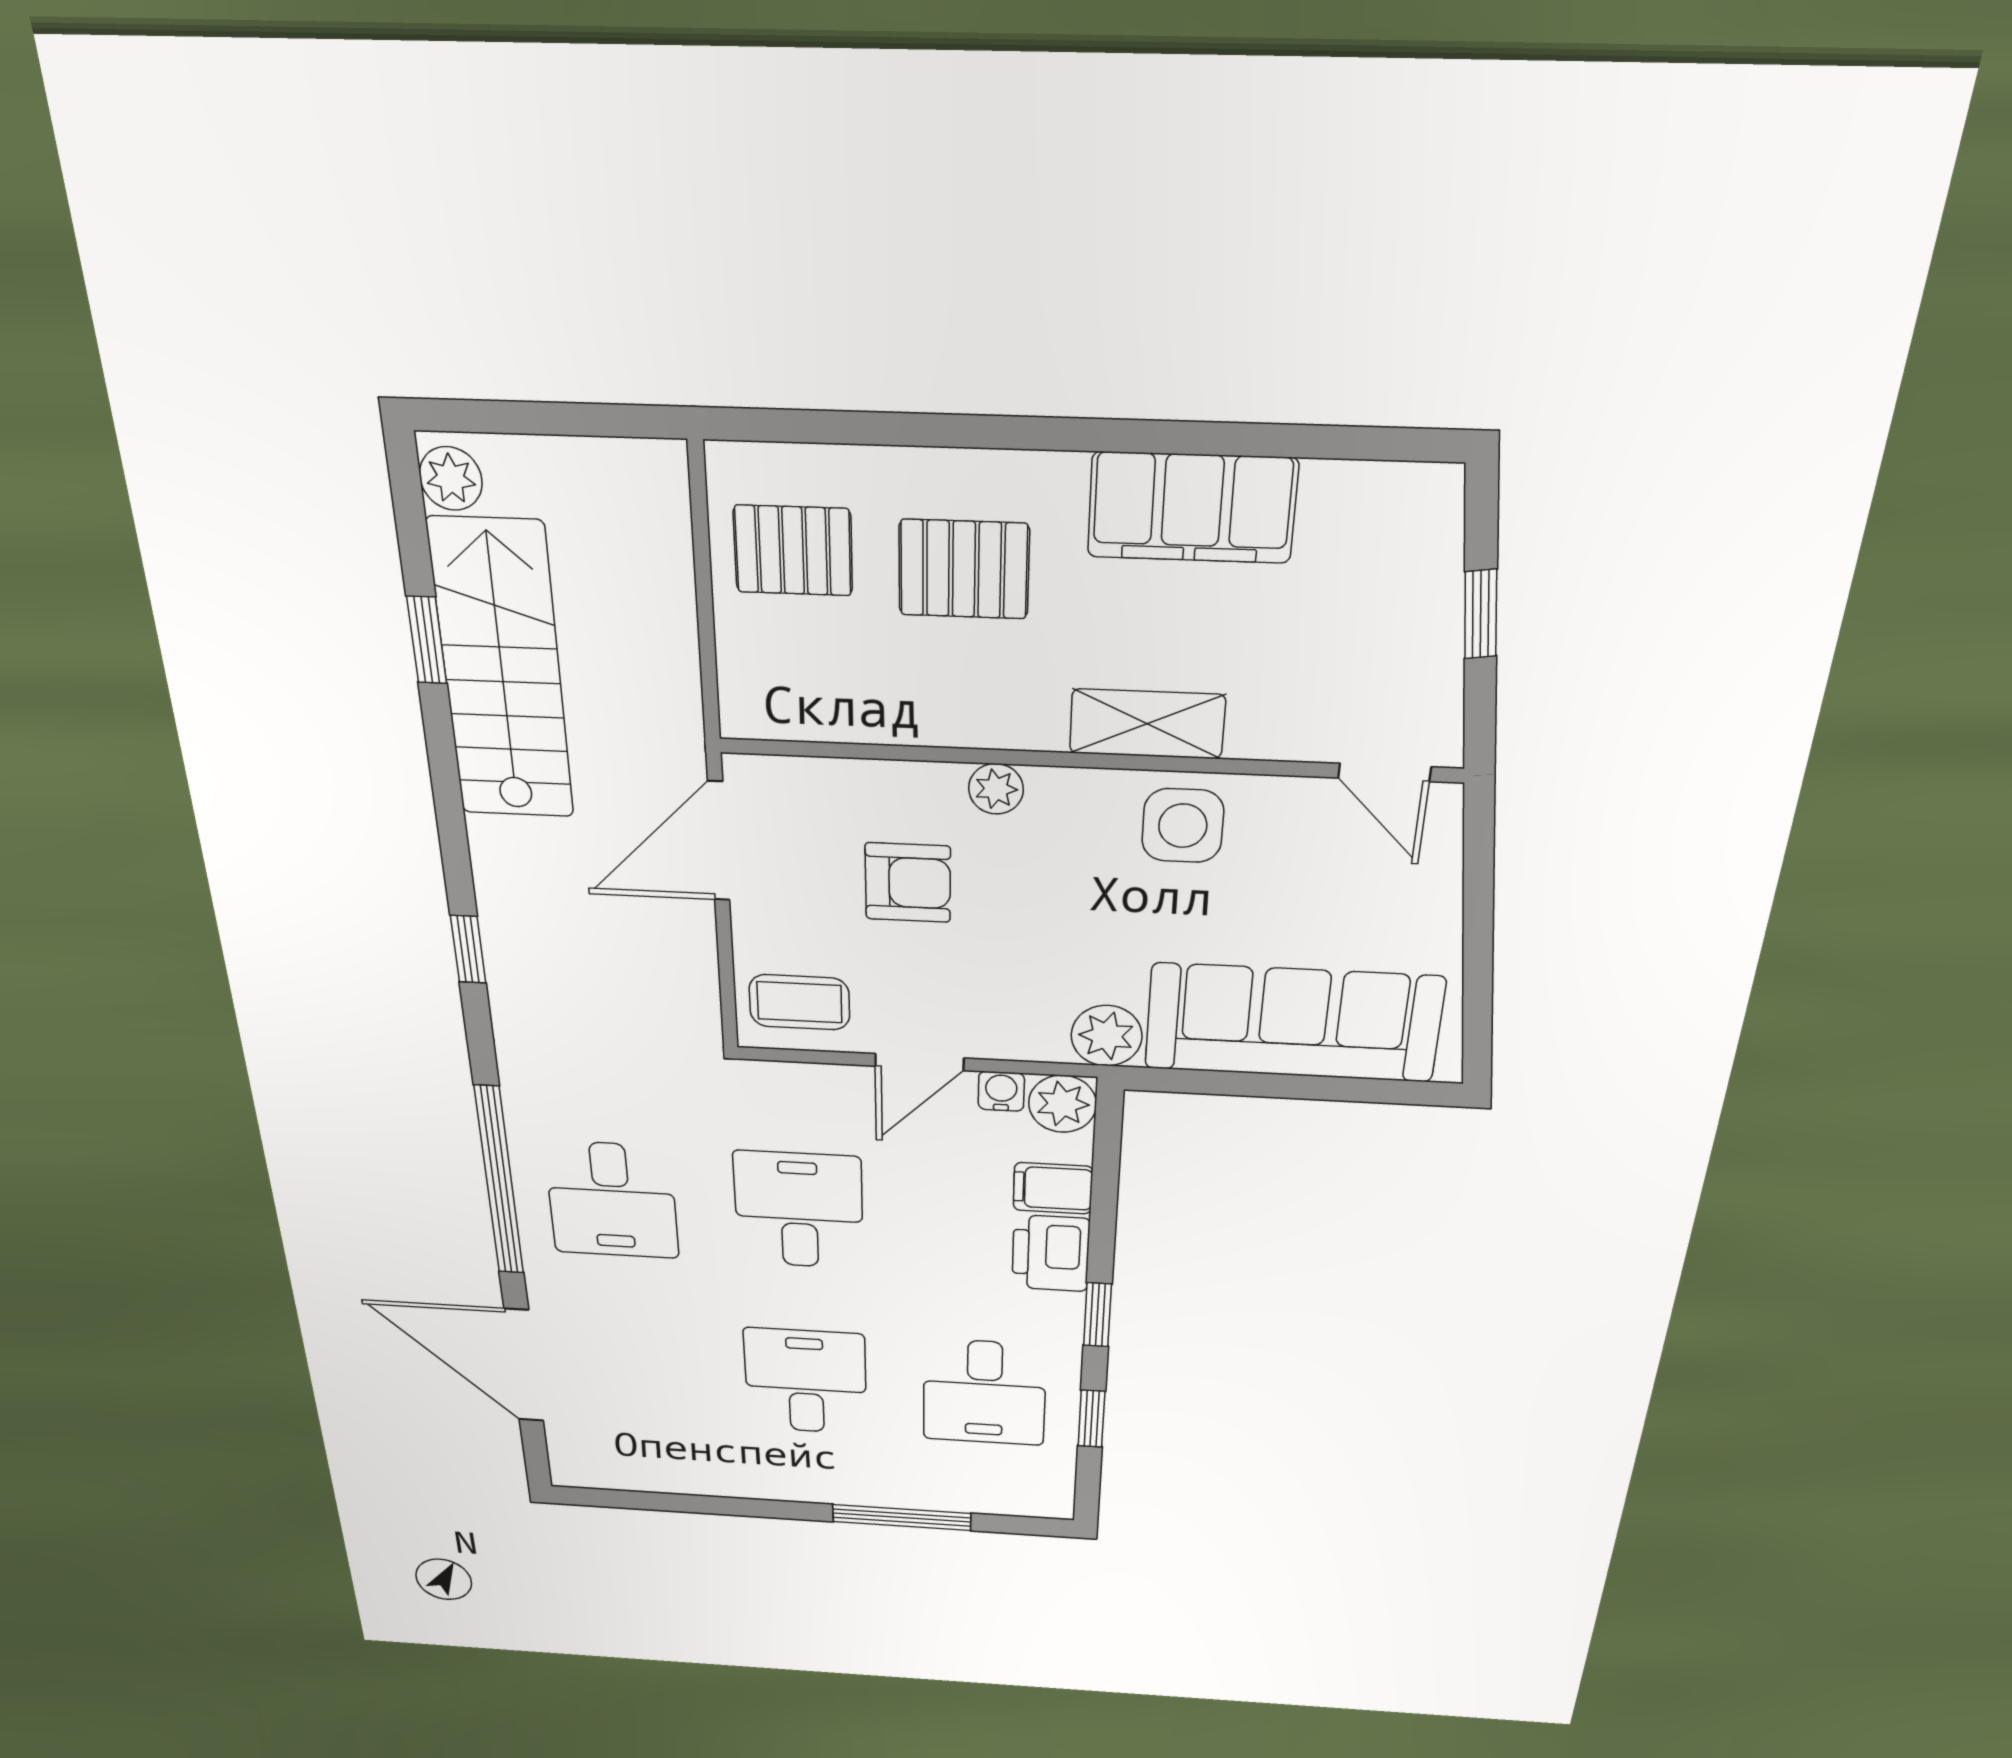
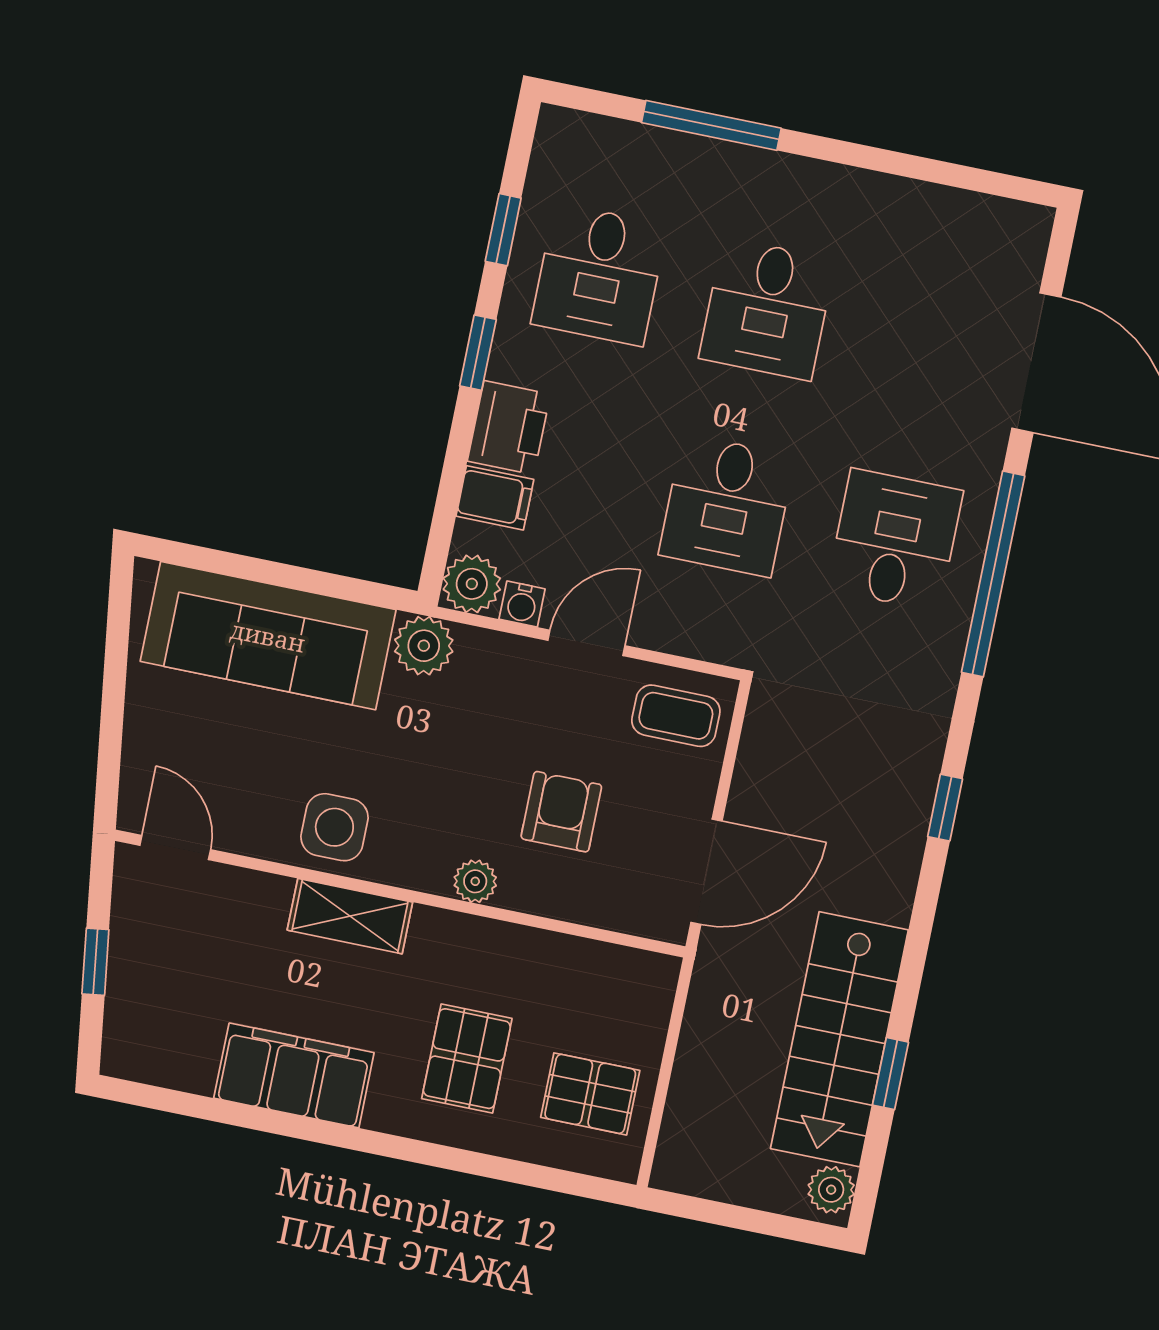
pallet: (964, 569) -> (467, 1059), turned 90
armchair: (908, 883) -> (561, 812), turned 90
desk: (984, 1392) -> (599, 274), turned 180

